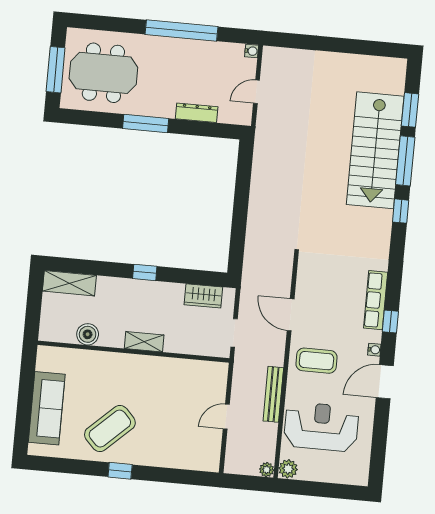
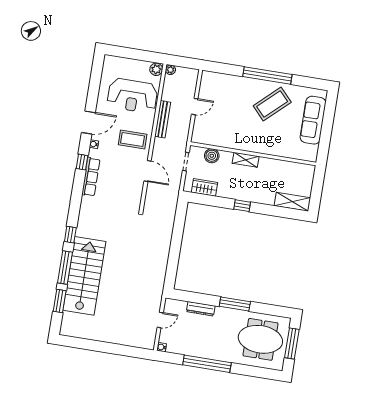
boiler: (88, 334) -> (212, 156), moved
window: (120, 471) -> (267, 76), width x3.17

